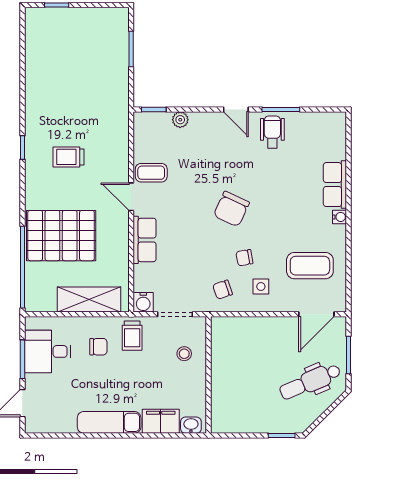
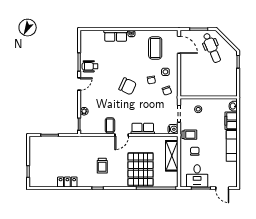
locker: (35, 85) -> (67, 182), added

